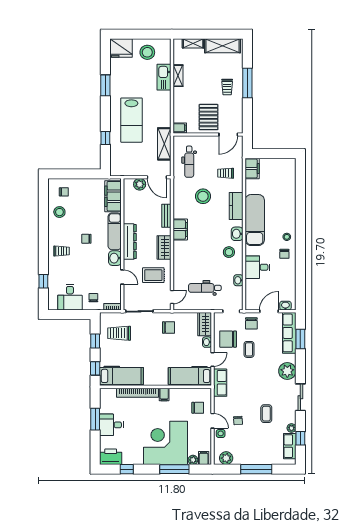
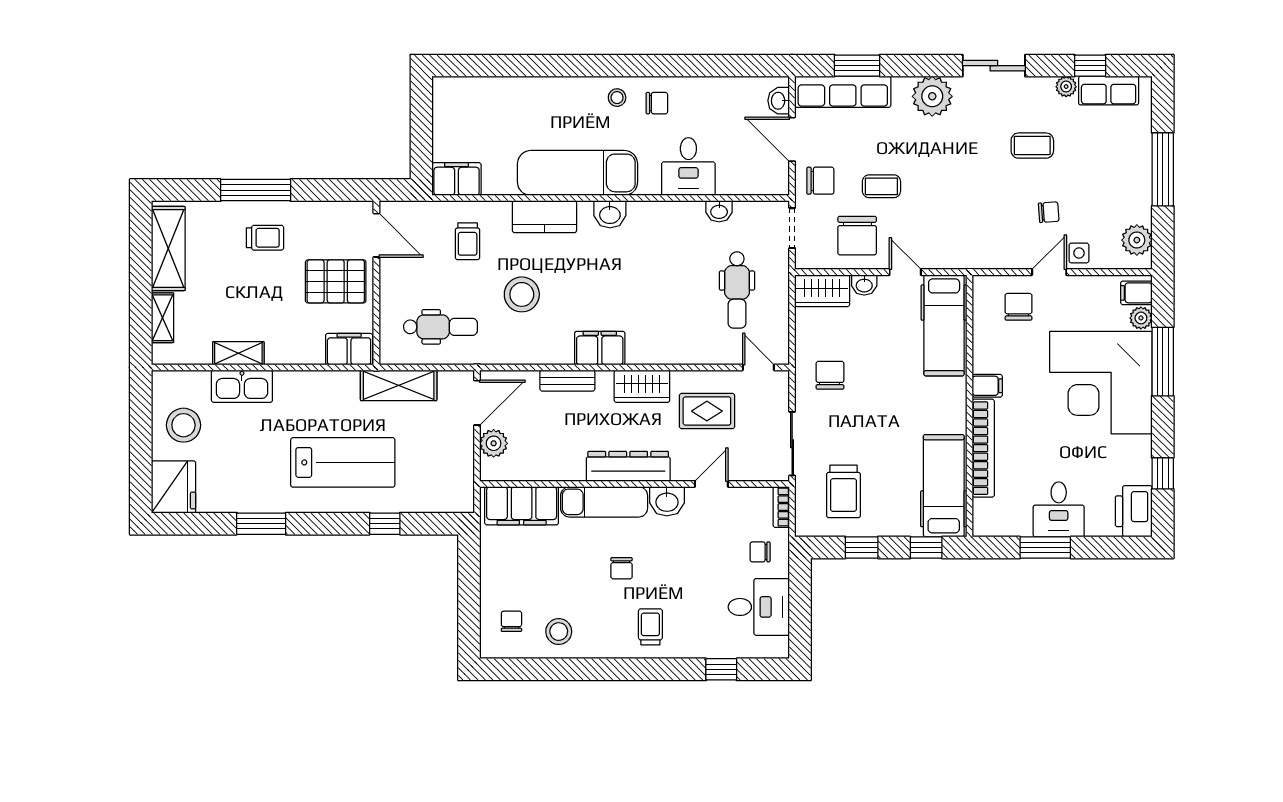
filing cabinet: (180, 128) -> (349, 349), width x2.00
stool: (229, 252) -> (653, 233), removed
rug: (153, 275) -> (707, 411), turned 90
row of seats: (220, 383) -> (960, 254), removed

